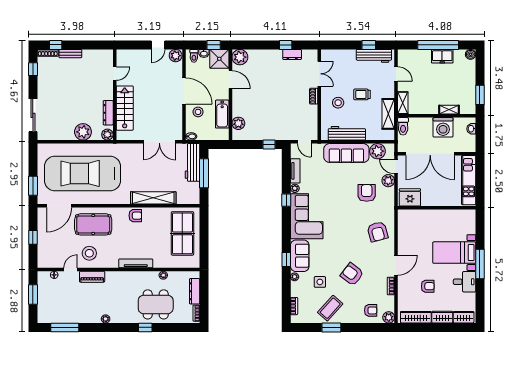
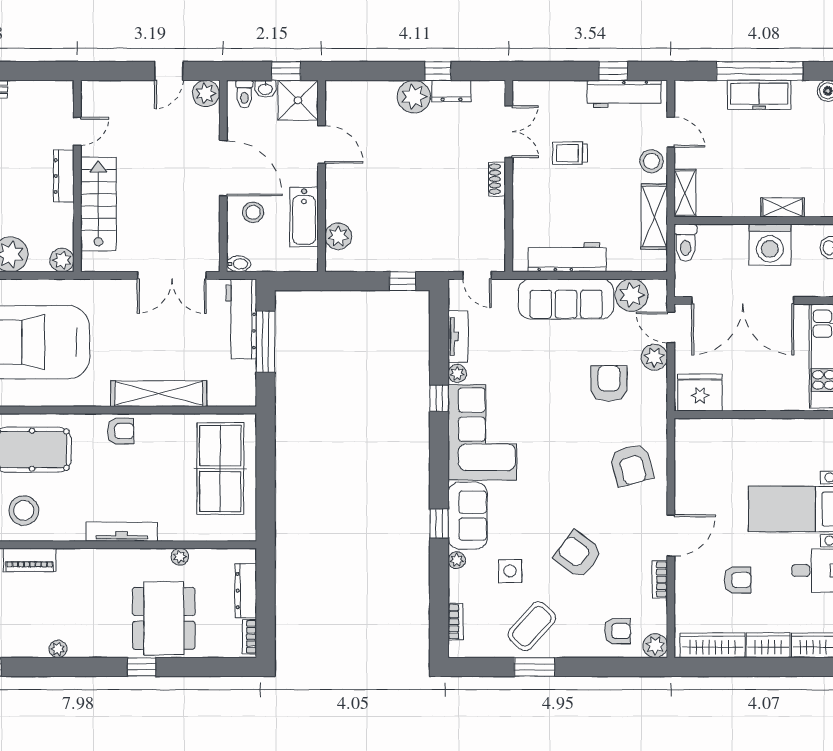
freezer: (442, 56) -> (759, 95), width x1.40
plant: (240, 57) -> (414, 97), moved
trolley: (362, 94) -> (570, 153), moved
stool: (338, 103) -> (651, 161), moved
dresser: (108, 113) -> (64, 176), moved
dining table: (156, 304) -> (164, 618), turned 90

